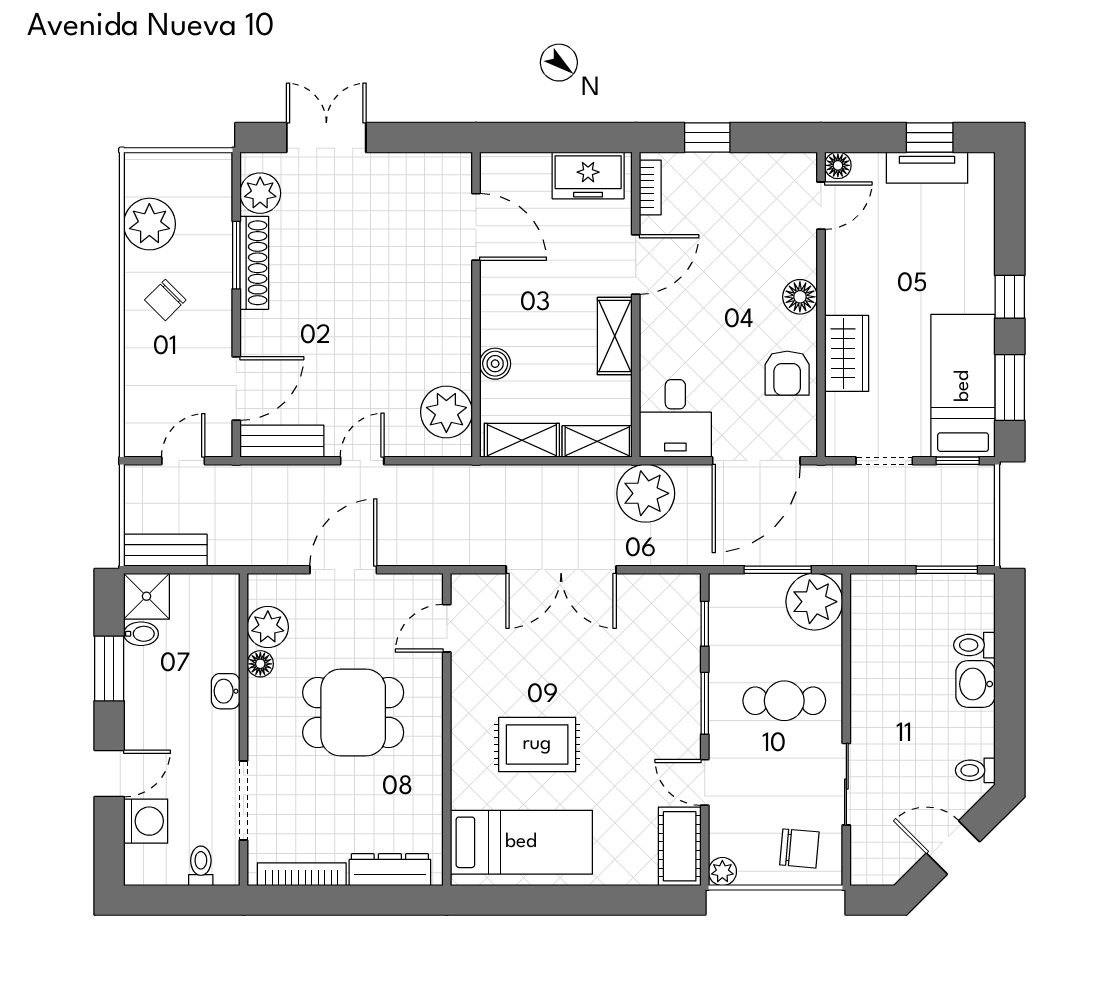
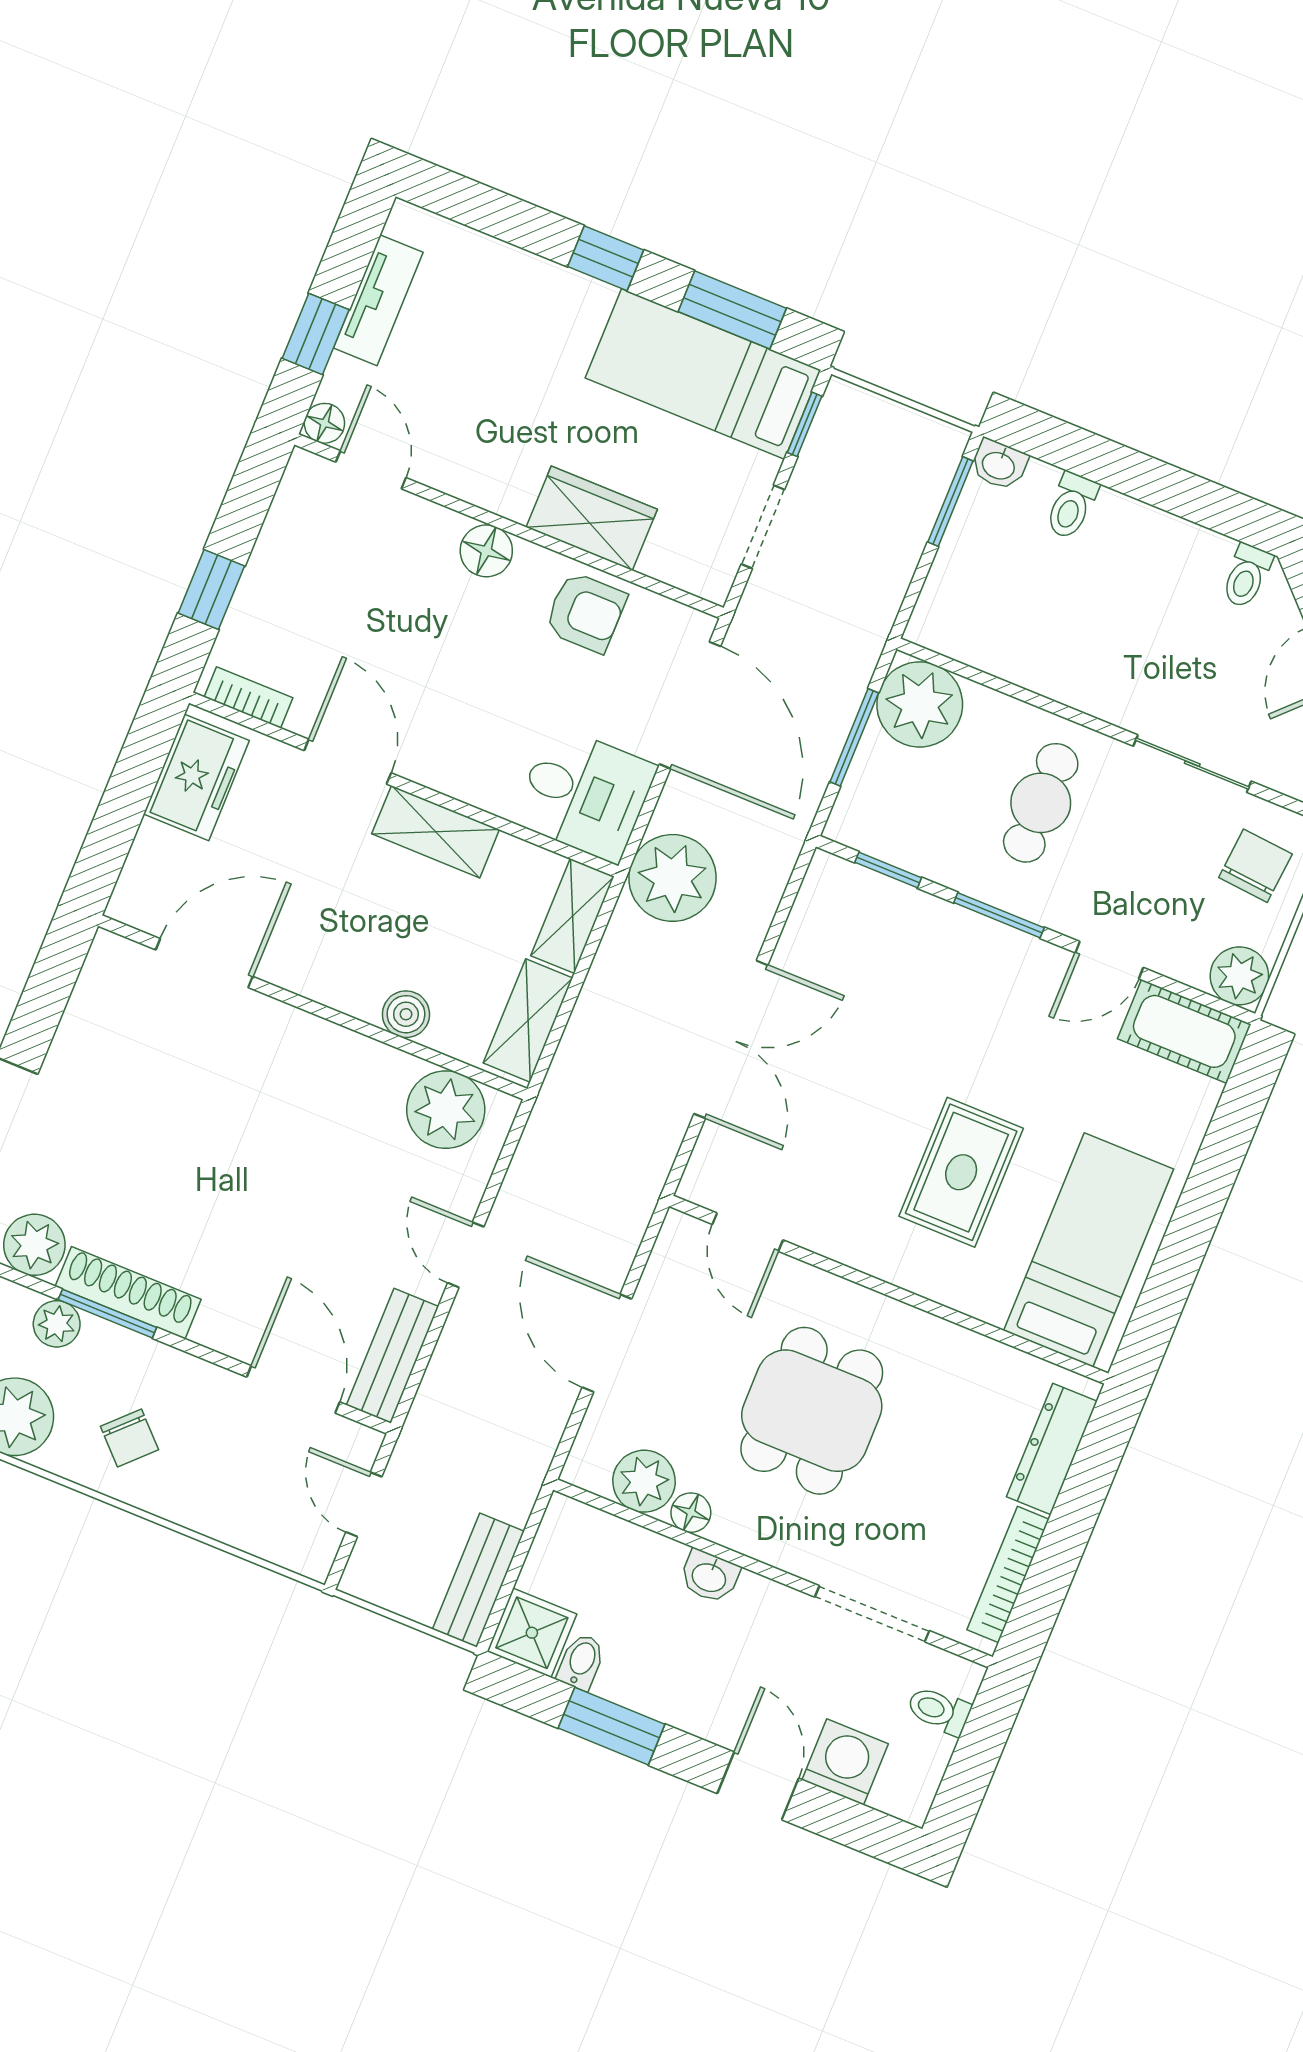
window: (930, 138) -> (316, 334), moved
plant: (217, 227) -> (57, 1324), added
washbasin: (975, 684) -> (999, 465), moved, width x0.72, depth x0.69
plant: (722, 872) -> (1239, 976), width x1.38, depth x1.38

